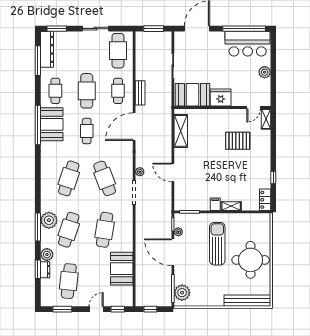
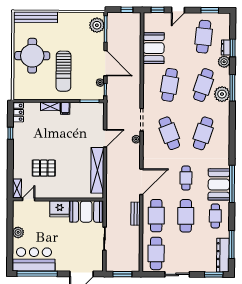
cafe table: (118, 91) -> (156, 216), width x1.37, depth x1.35
shelving: (181, 131) -> (97, 170), width x1.47
door: (173, 173) -> (105, 138), hinge flipped

